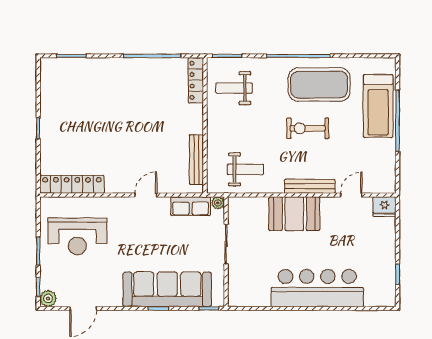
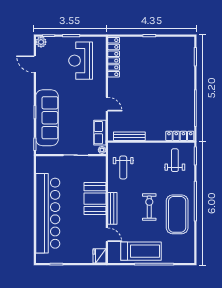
treadmill: (378, 106) -> (141, 251), moved, turned 180
bar counter: (317, 288) -> (48, 213), width x1.36

